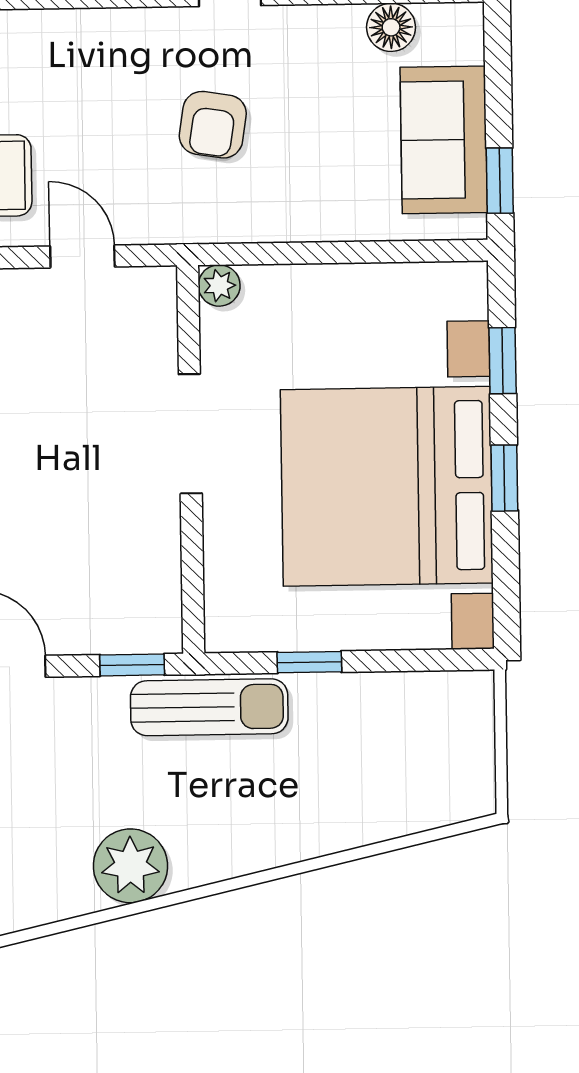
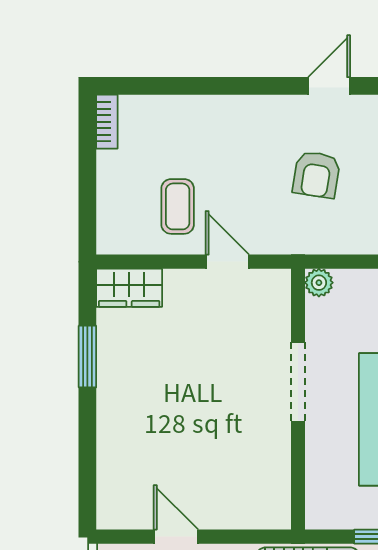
window: (132, 665) -> (256, 537), removed

